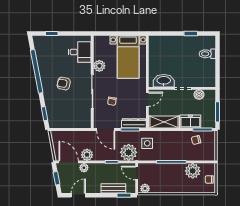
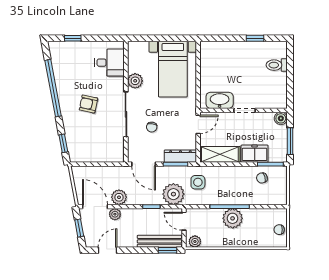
boiler: (199, 95) -> (281, 118), moved
plant: (193, 171) -> (233, 218), moved
bench: (113, 188) -> (159, 241), width x1.36

